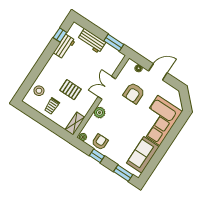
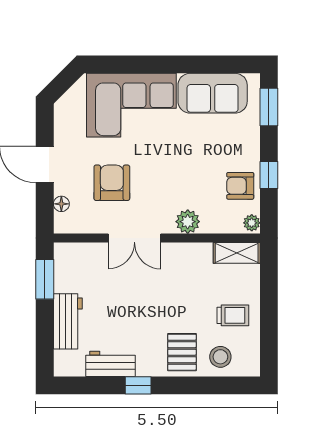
window: (60, 35) -> (138, 385), moved
pallet: (71, 90) -> (182, 352), moved
armchair: (134, 93) -> (112, 183), turned -90

